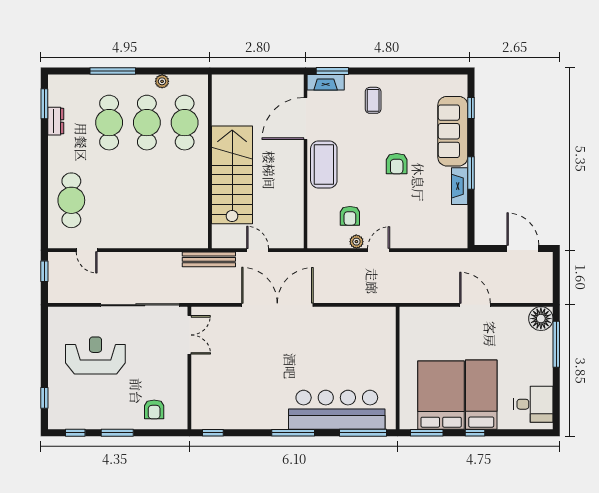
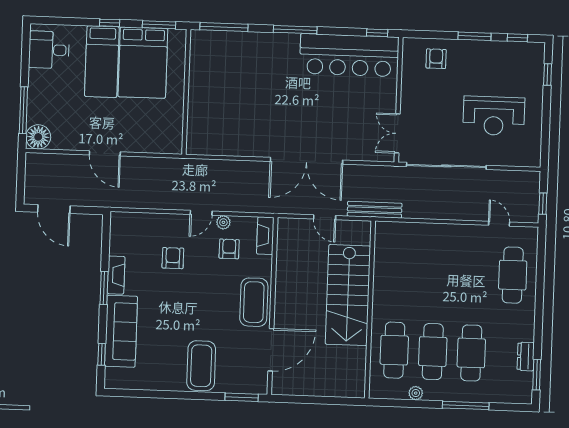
fireplace: (326, 82) -> (265, 236), moved, turned -90
coffee table: (373, 100) -> (201, 366), width x1.86, depth x1.72
armchair: (397, 164) -> (173, 258), moved
bar counter: (337, 410) -> (349, 55), moved

